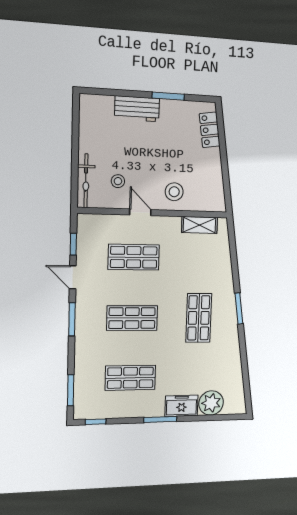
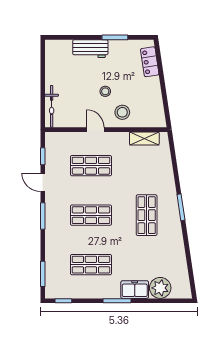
stool: (118, 181) -> (105, 91), moved

